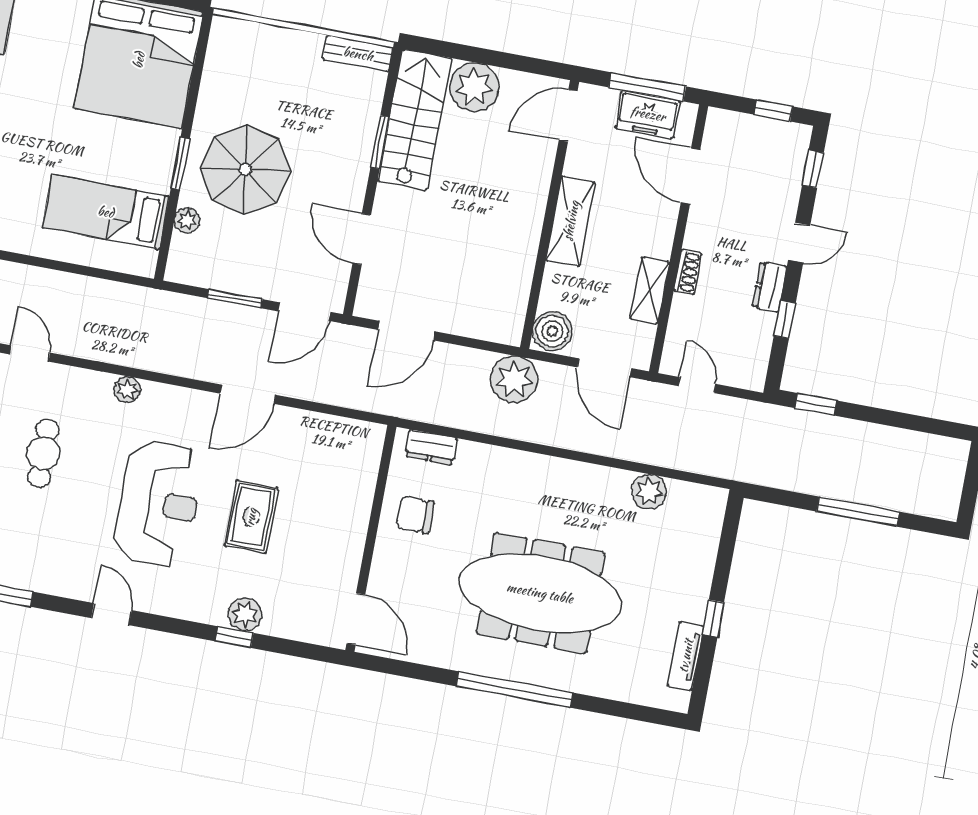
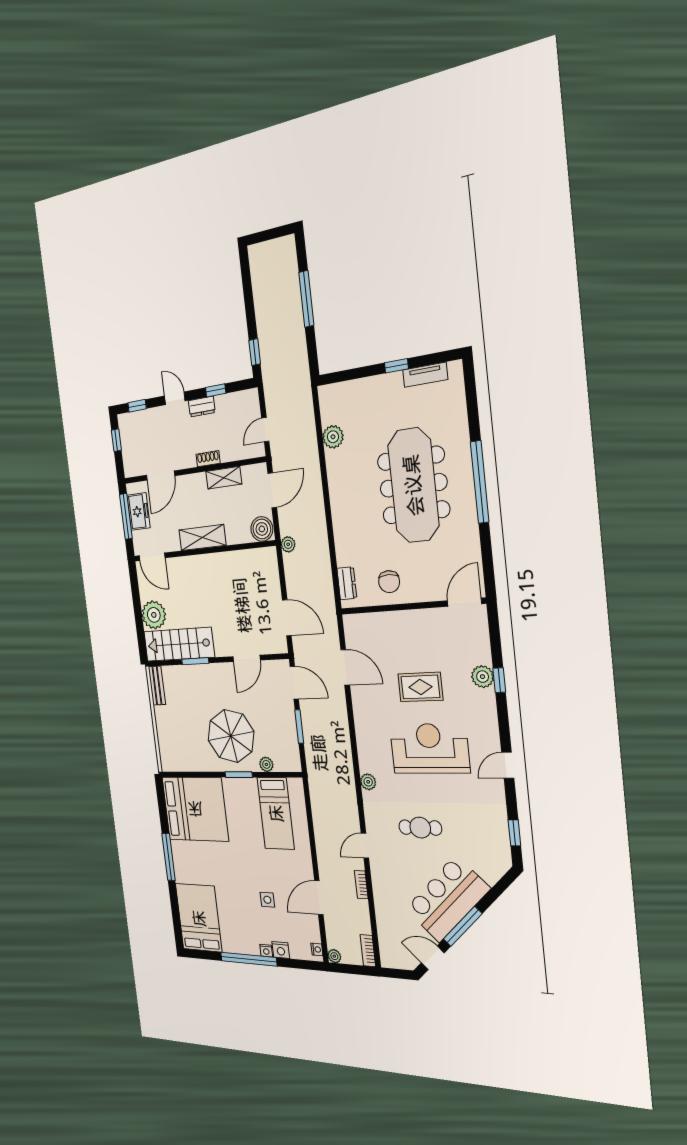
plant: (514, 379) -> (288, 544), width x0.53, depth x0.53
door: (248, 394) -> (345, 667), moved

